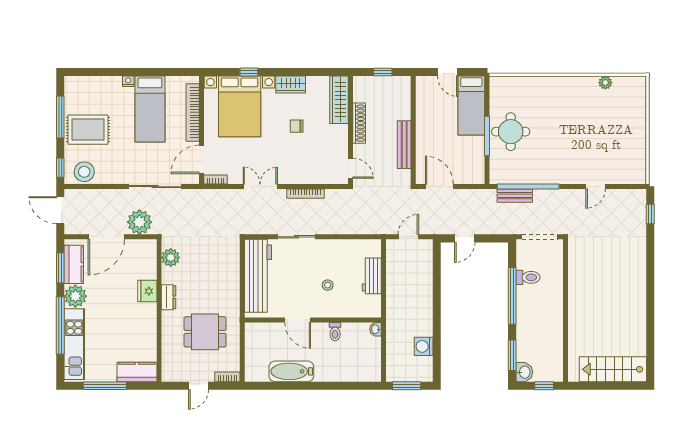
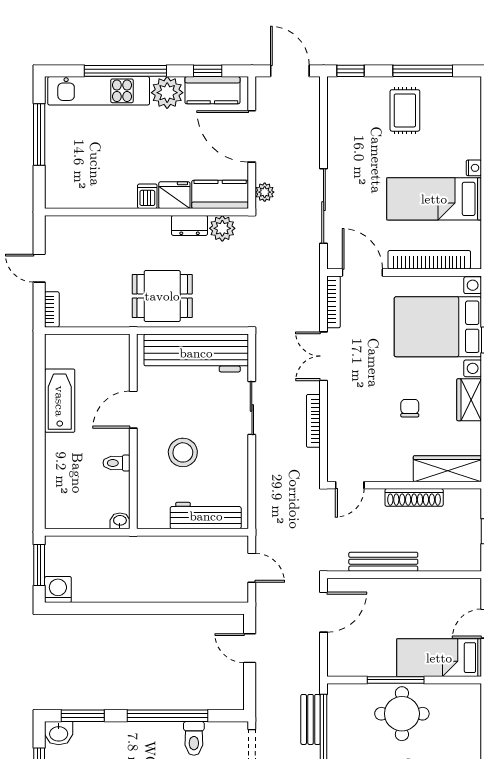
rug: (88, 130) -> (405, 110), width x0.73, depth x0.70
stool: (84, 172) -> (345, 105), removed
bookcase: (216, 180) -> (334, 302), width x1.56
double door: (260, 187) -> (324, 356), swing flipped
door: (60, 210) -> (290, 71), hinge flipped
plant: (139, 222) -> (265, 192), width x0.53, depth x0.53
window: (60, 268) -> (208, 71), width x0.67
workbench: (372, 276) -> (206, 516), width x1.38
stool: (328, 285) -> (183, 452), width x1.89, depth x1.89
dresser: (169, 297) -> (190, 225), moved
dishwasher: (148, 310) -> (147, 196), added
dining table: (205, 332) -> (162, 296), moved, turned 90
washing machine: (424, 346) -> (58, 589), moved
kitchen counter: (137, 372) -> (220, 194), moved, turned -90

